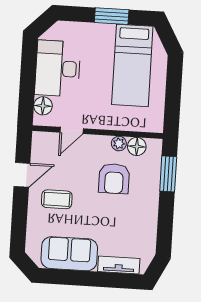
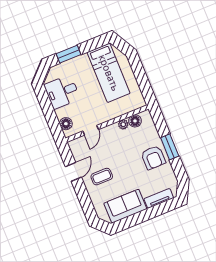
window: (112, 16) -> (68, 54), moved
desk: (58, 68) -> (62, 92), width x0.73
window: (168, 174) -> (170, 147), moved
armchair: (114, 179) -> (153, 158), moved

